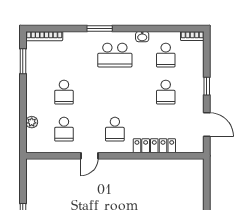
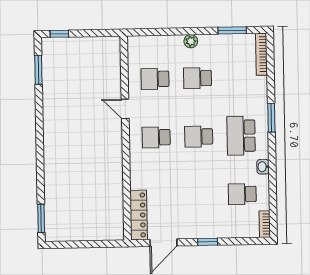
school desk: (166, 92) -> (199, 137), moved
plant: (32, 122) -> (191, 41), moved
locker: (154, 146) -> (139, 215), moved

